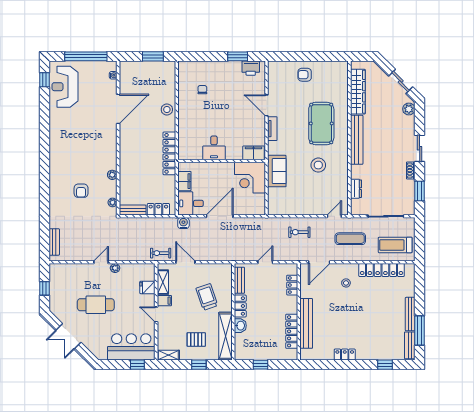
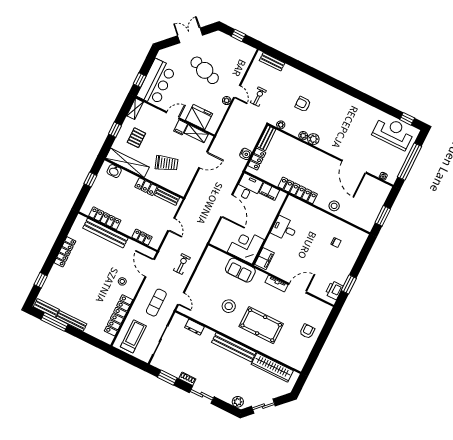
plant: (111, 163) -> (313, 139), added
water cooler: (183, 223) -> (246, 154), moved
exercise bike: (161, 253) -> (258, 97), moved
fridge: (147, 287) -> (199, 117), width x1.88, depth x1.34
cafe table: (96, 305) -> (205, 70), turned -72
washbasin: (240, 326) -> (114, 171), moved
locker: (345, 354) -> (65, 252), width x1.53

